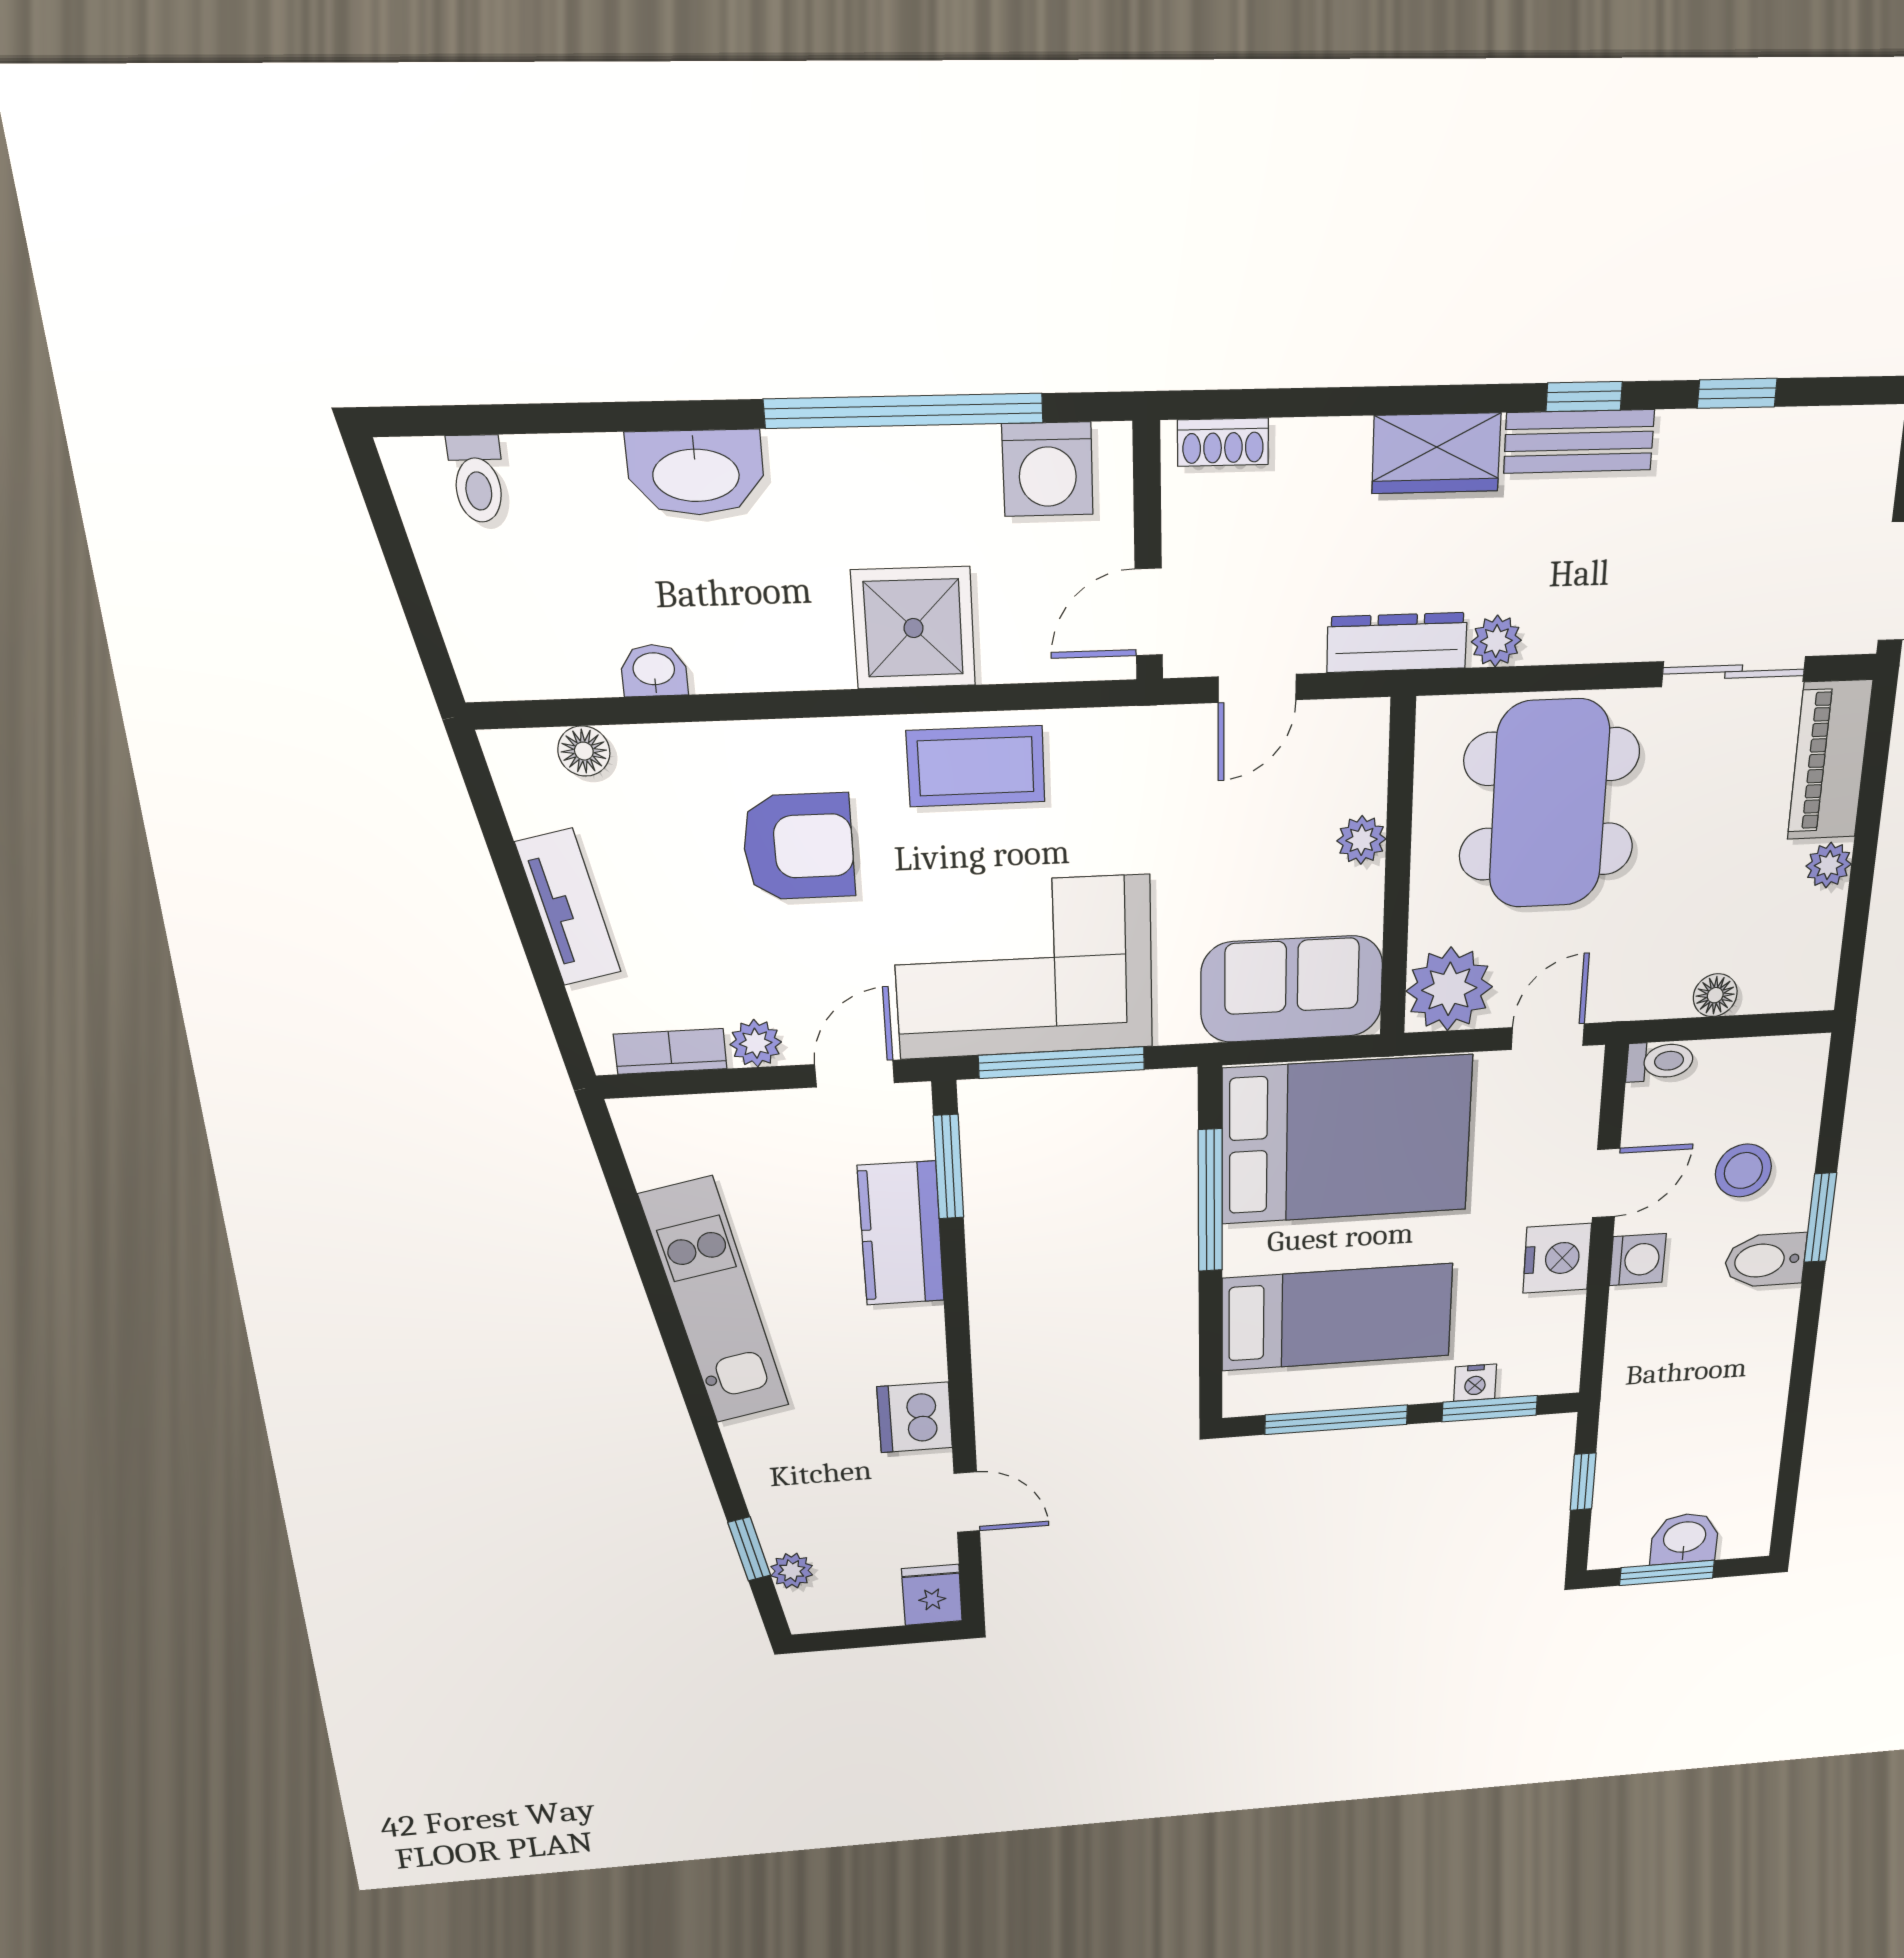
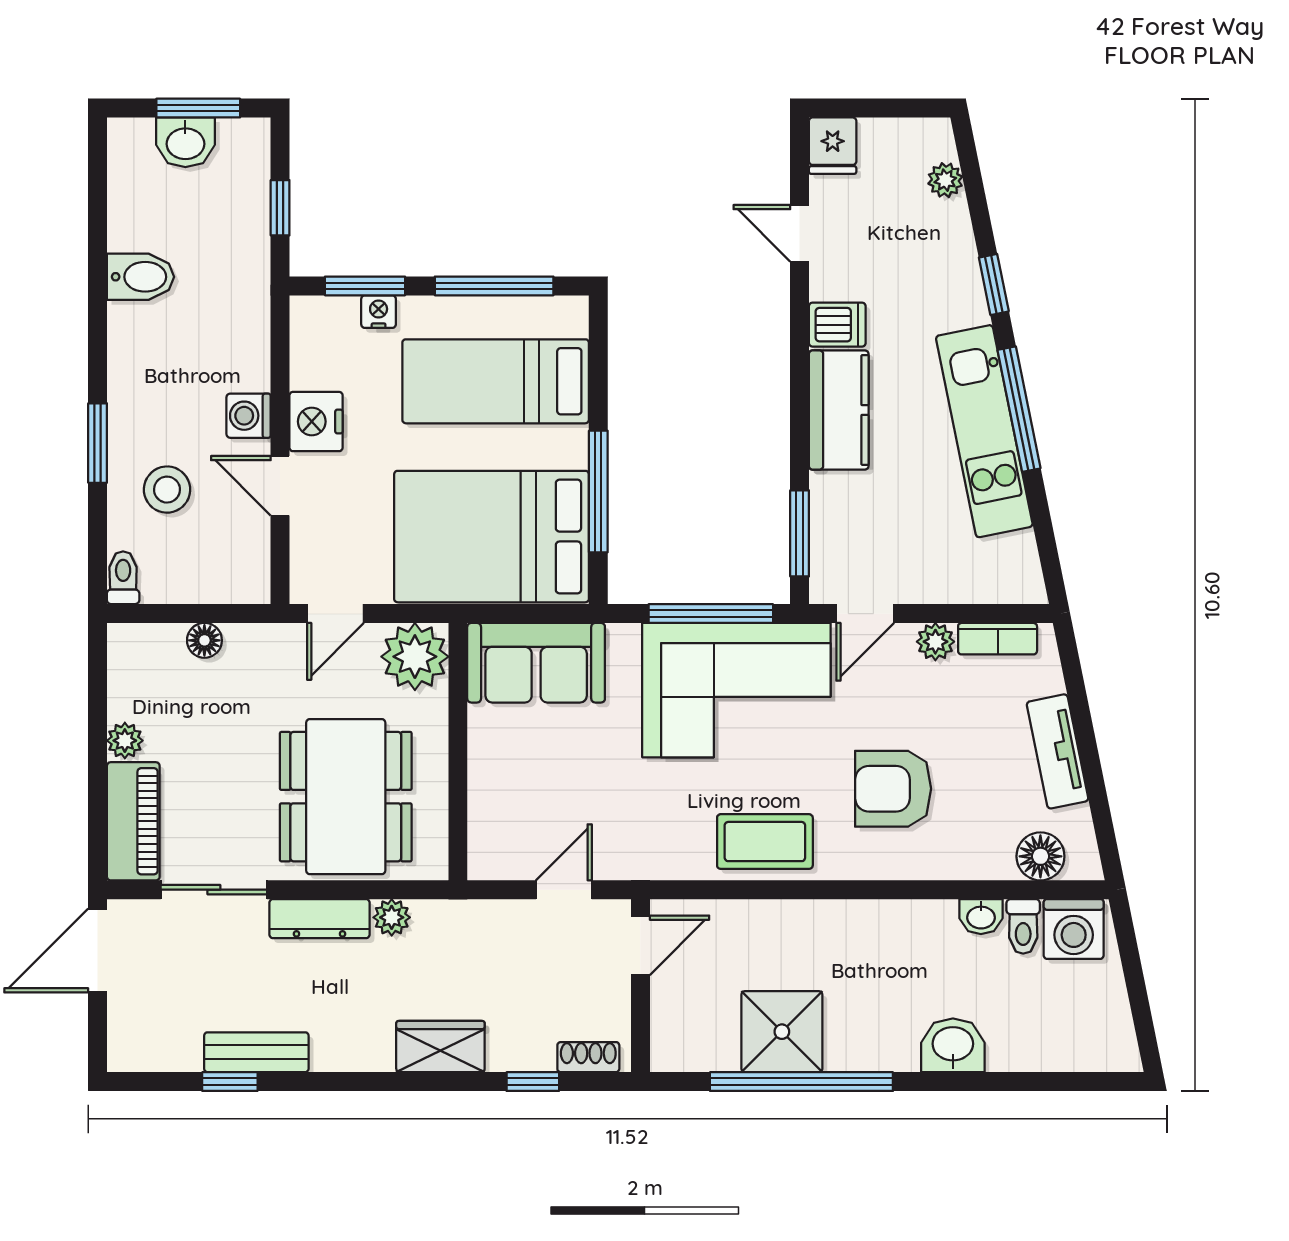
window: (1584, 397) -> (533, 1082), moved
bench: (1579, 441) -> (256, 1052), moved
washing machine: (1048, 469) -> (1074, 929), moved, turned 180
washbasin: (696, 473) -> (953, 1045), width x0.72
toilet: (477, 479) -> (1023, 926), moved, turned 180
shower: (913, 628) -> (782, 1032), moved
dresser: (1397, 643) -> (320, 919), moved
floor lamp: (584, 751) -> (1040, 856), width x1.37, depth x1.37
plant: (1361, 840) -> (486, 776), removed
toilet: (1660, 1061) -> (123, 578), moved, turned 90
door: (1606, 1183) -> (280, 486), hinge flipped
kitchen counter: (901, 1234) -> (839, 410), moved
bidet: (1765, 1260) -> (141, 277), moved
window: (672, 1330) -> (1019, 409), added
dishwasher: (915, 1417) -> (837, 325), width x0.73
window: (749, 1549) -> (994, 284), moved

